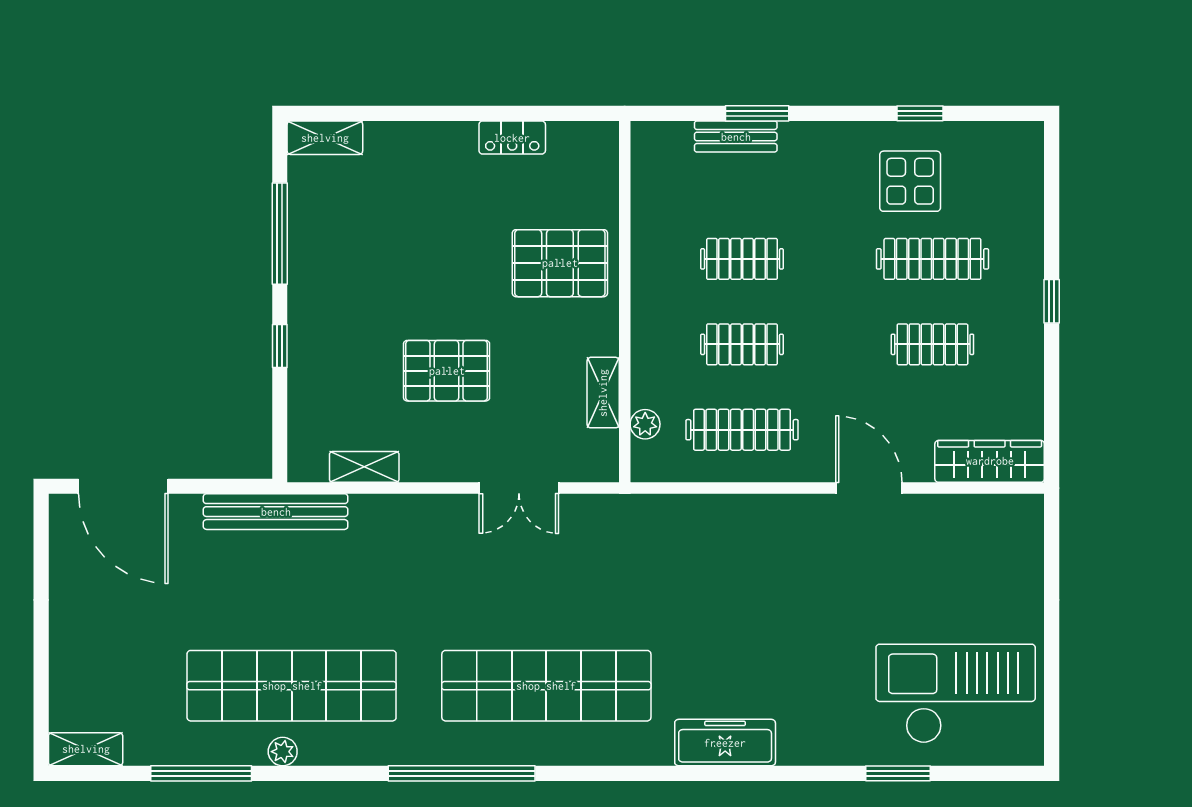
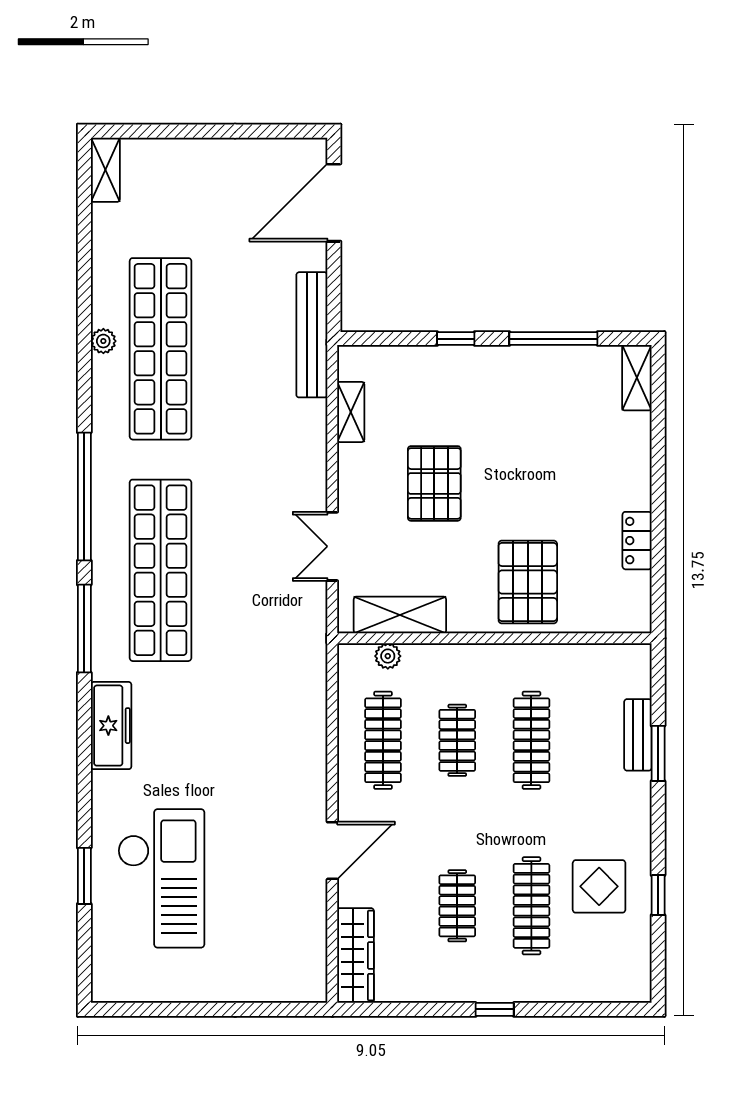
clothes rail: (742, 259) -> (531, 740), width x1.36
shelving: (603, 393) -> (400, 615), width x1.50, depth x1.33
checkout: (956, 694) -> (161, 878), moved
window: (201, 773) -> (84, 629), moved

